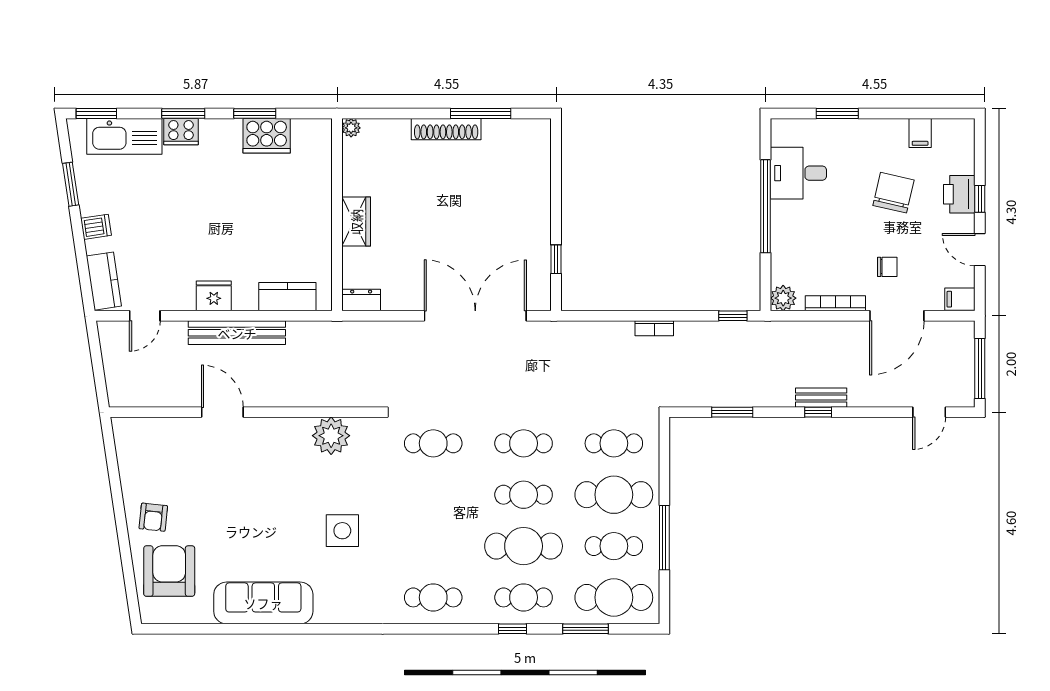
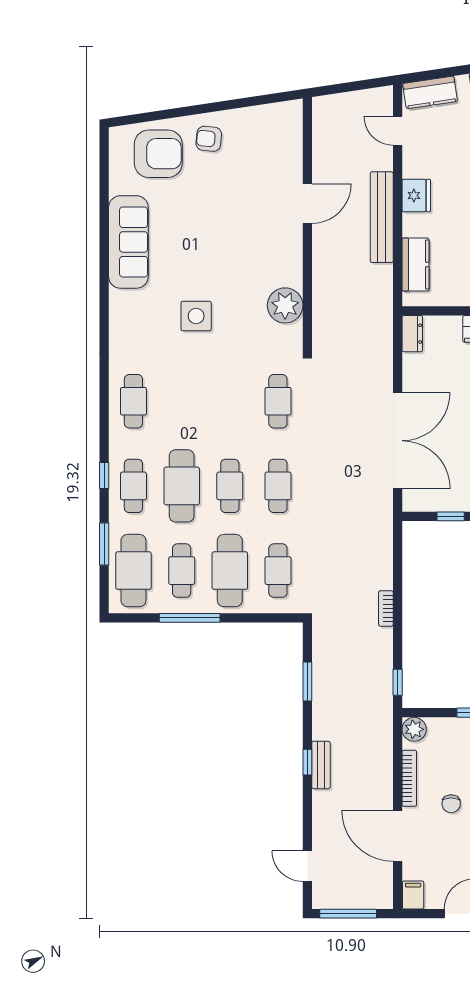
chair: (887, 267) -> (451, 804), moved

